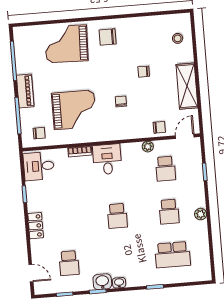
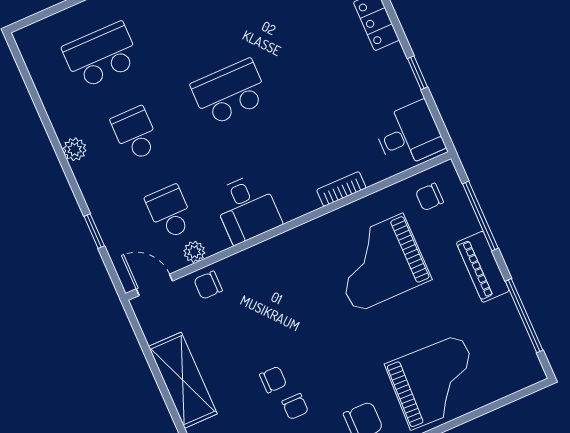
chair: (121, 101) -> (295, 407), moved
door: (185, 136) -> (154, 285), swing flipped
plant: (148, 147) -> (194, 252), moved
desk: (107, 159) -> (247, 208), moved
school desk: (117, 216) -> (230, 92), width x1.85

